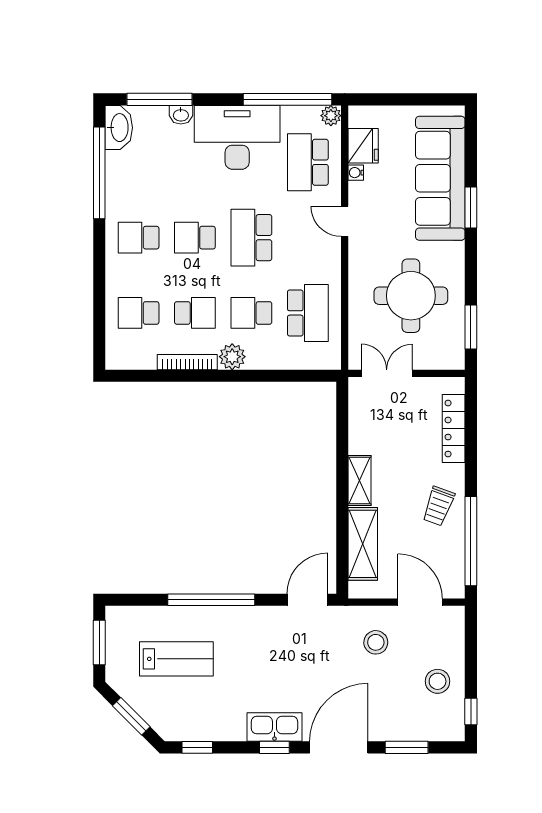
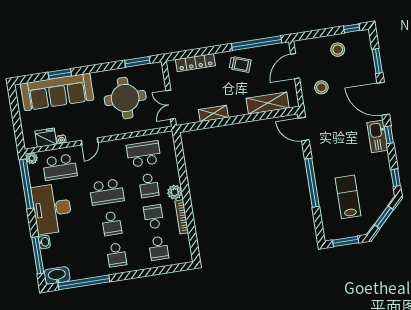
window: (471, 207) -> (60, 74), moved
shelving: (360, 480) -> (213, 113), moved

